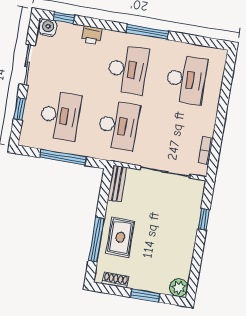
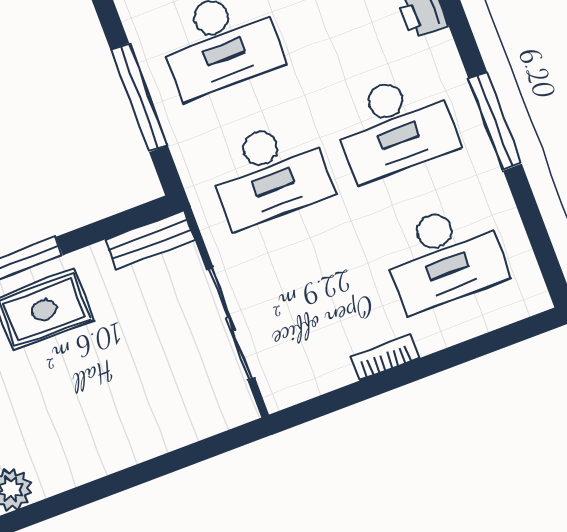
bookcase: (206, 151) -> (385, 358), moved
window: (204, 219) -> (180, 459), removed

